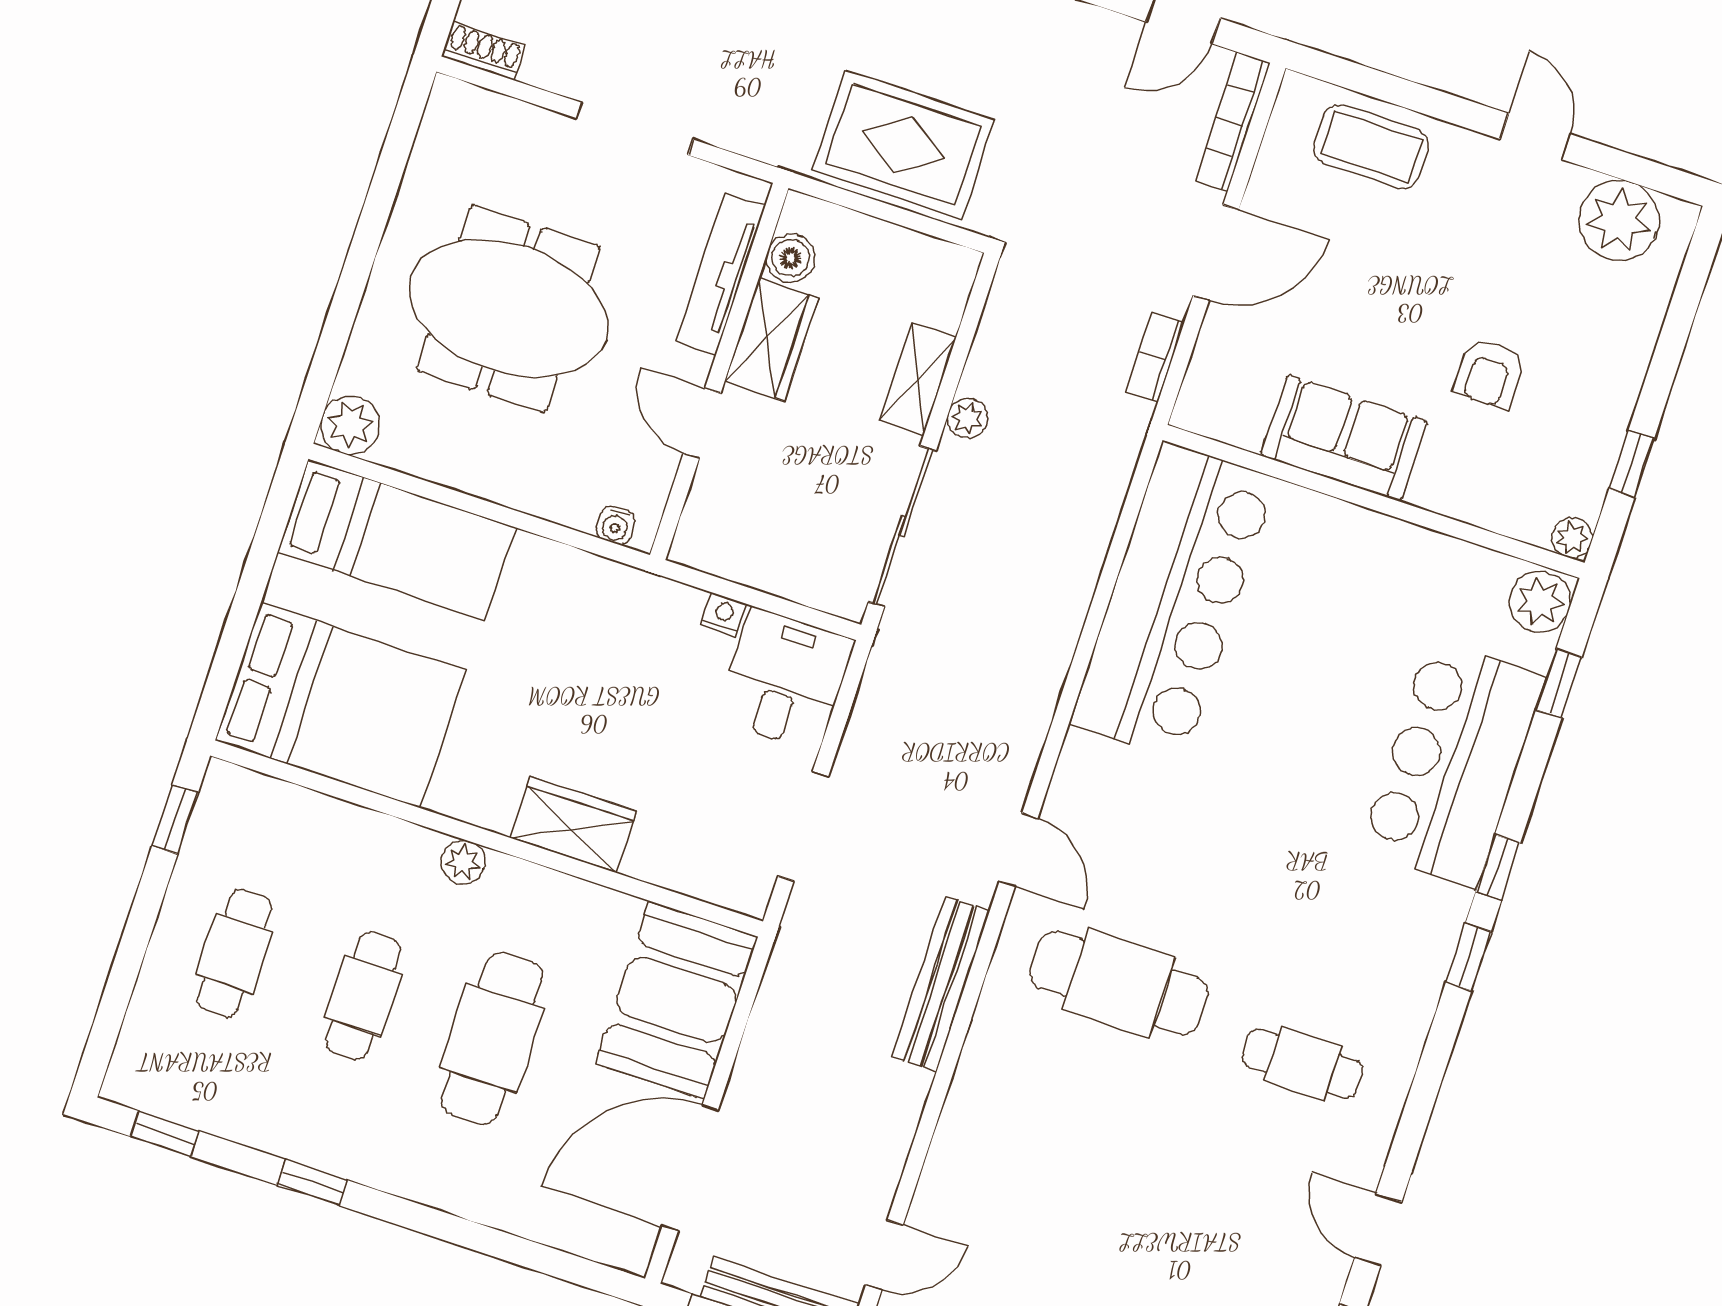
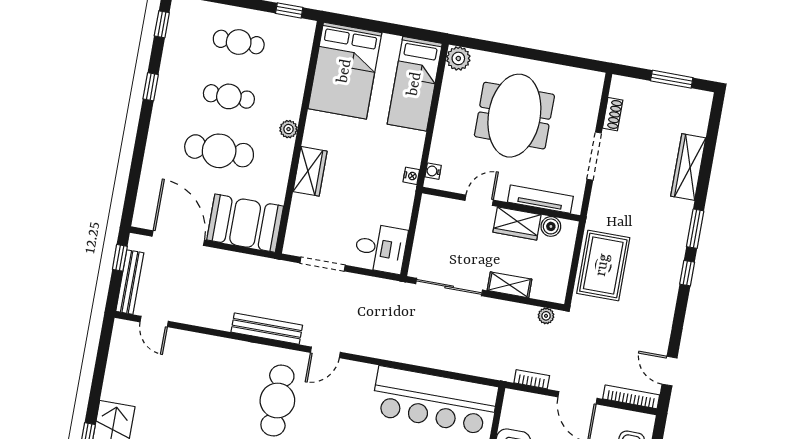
shoe rack: (483, 51) -> (613, 114), moved
plant: (967, 418) -> (546, 316), moved
nightstand: (724, 615) -> (411, 176), moved

